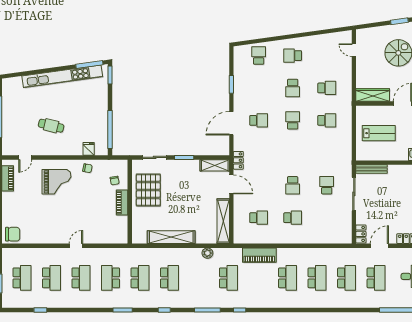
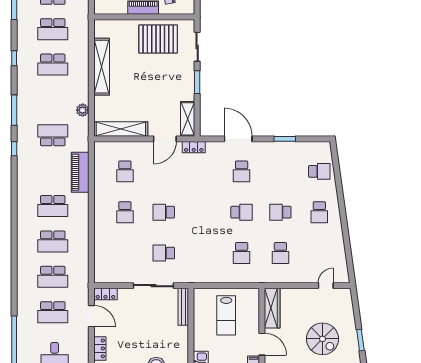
school desk: (293, 56) -> (319, 212), turned 180
school desk: (327, 185) -> (164, 253), turned 180
school desk: (229, 278) -> (53, 135), turned 180

